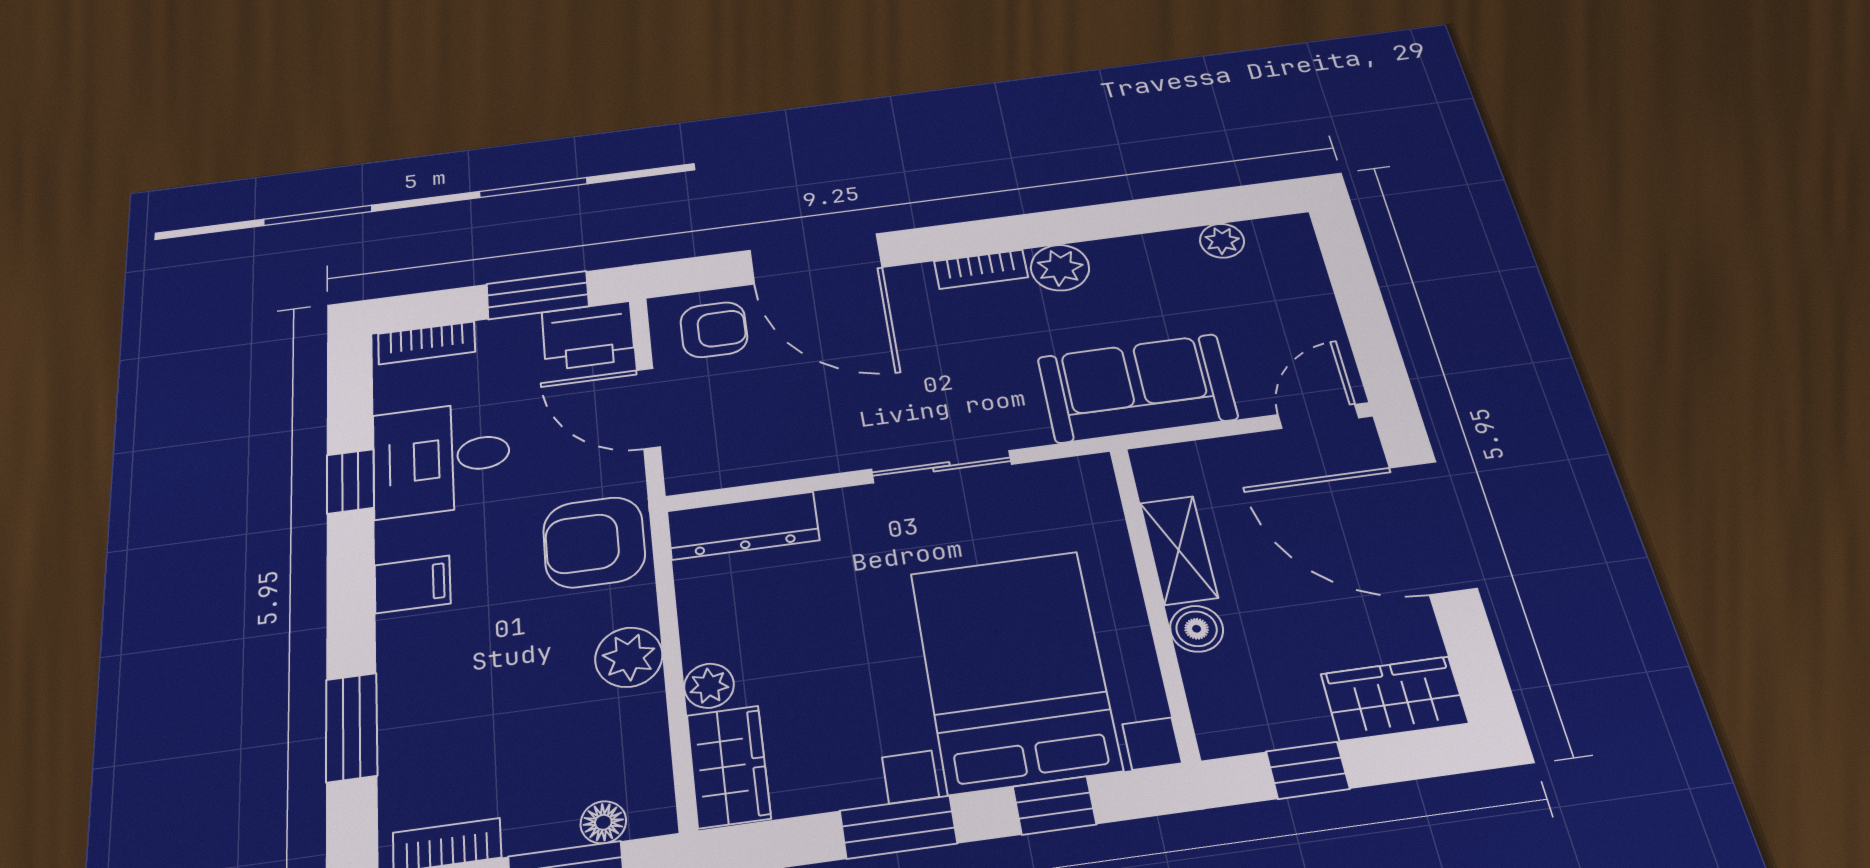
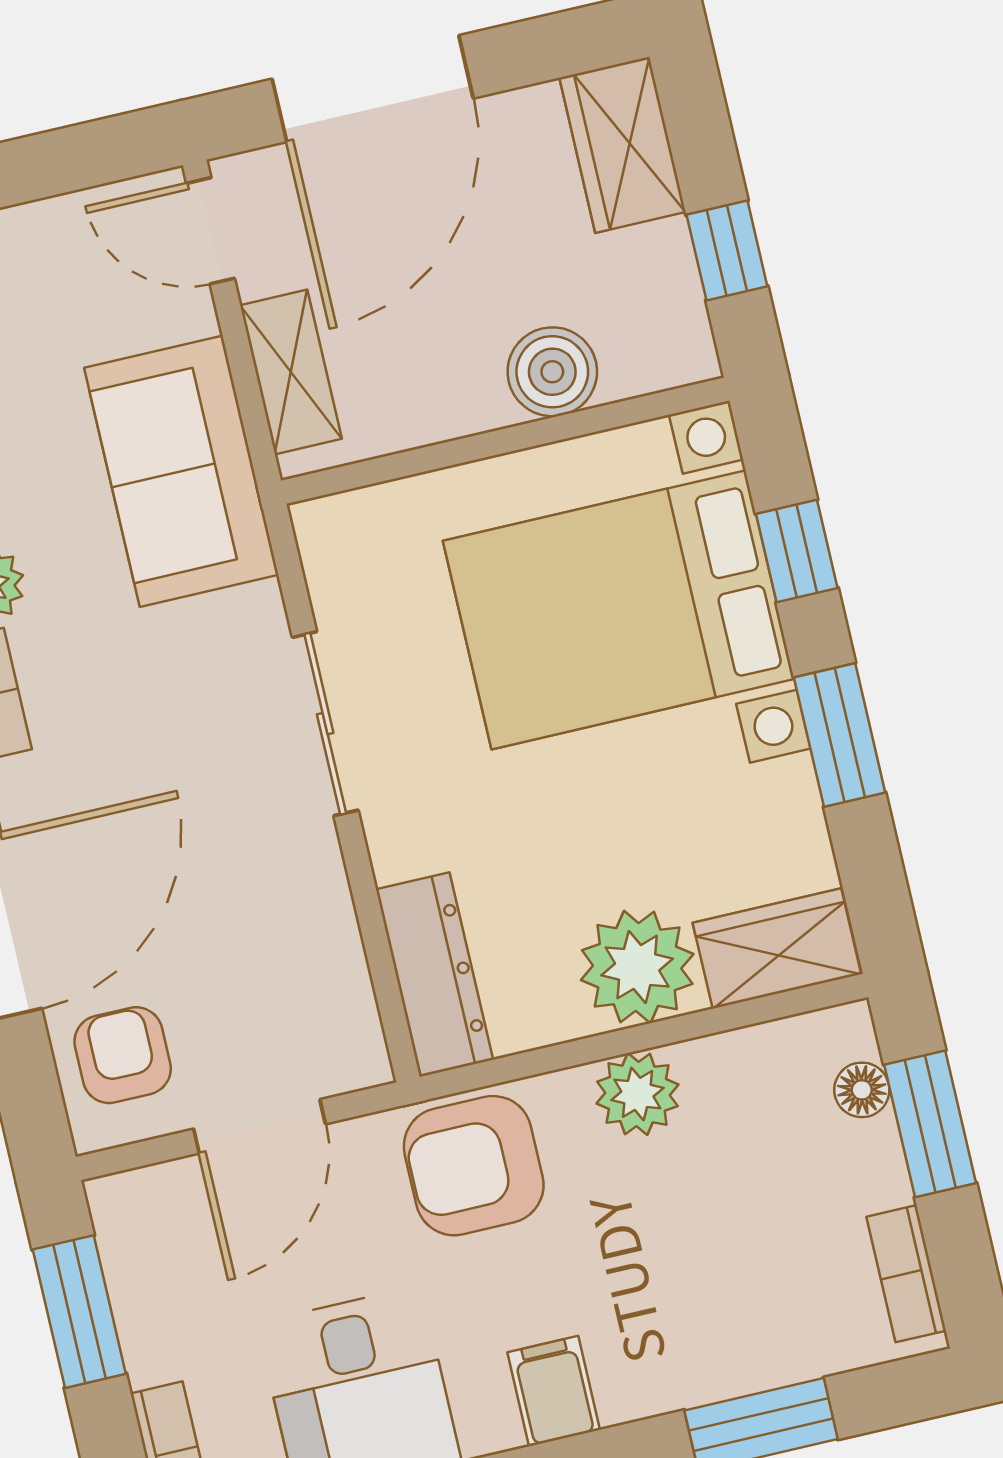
printer: (588, 336) -> (144, 1229), removed
armchair: (594, 542) -> (474, 1166), turned 90
shelving: (1179, 550) -> (291, 372), moved, turned 90
boiler: (1197, 629) -> (552, 372), width x1.36, depth x1.36
plant: (709, 686) -> (637, 967), width x1.88, depth x1.88

